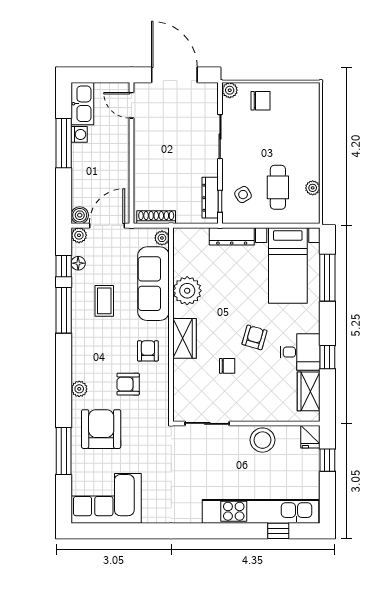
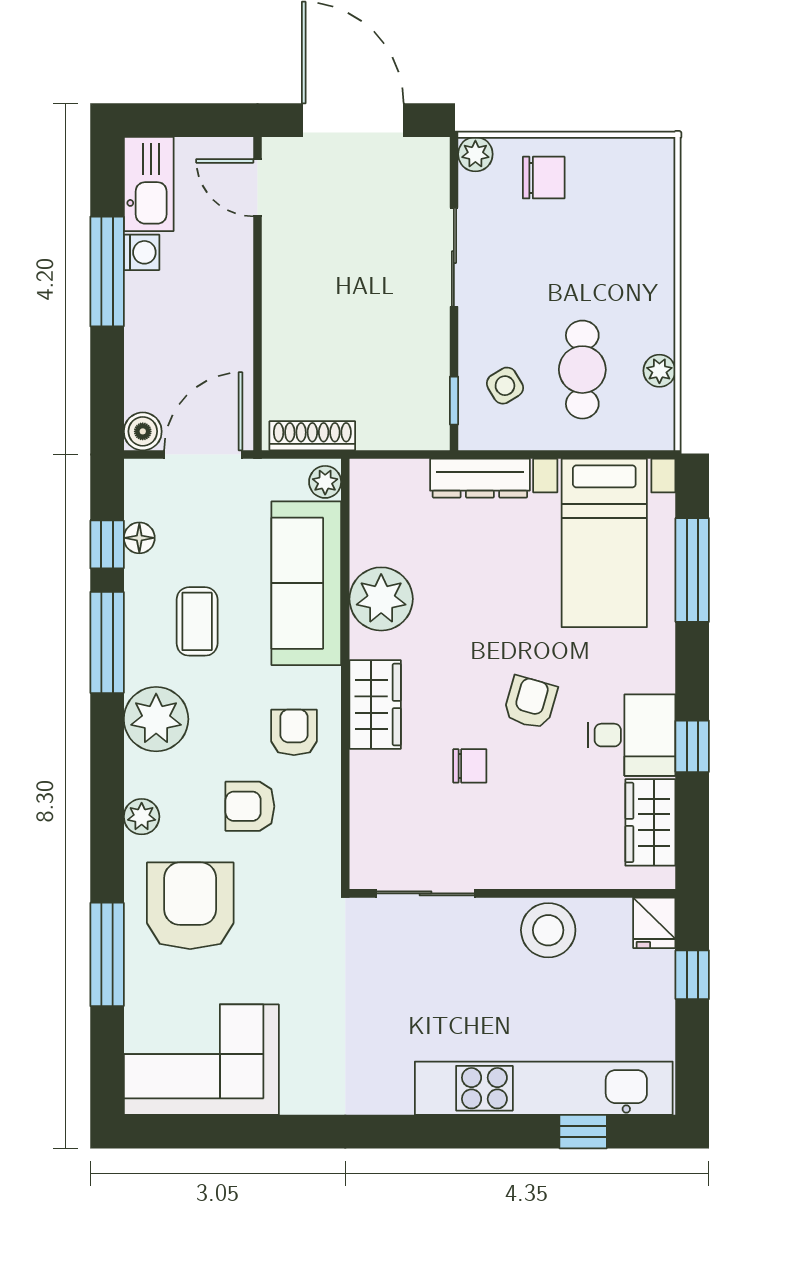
dresser: (210, 198) -> (432, 393), removed
plant: (79, 235) -> (156, 719), moved, width x1.88, depth x1.88

